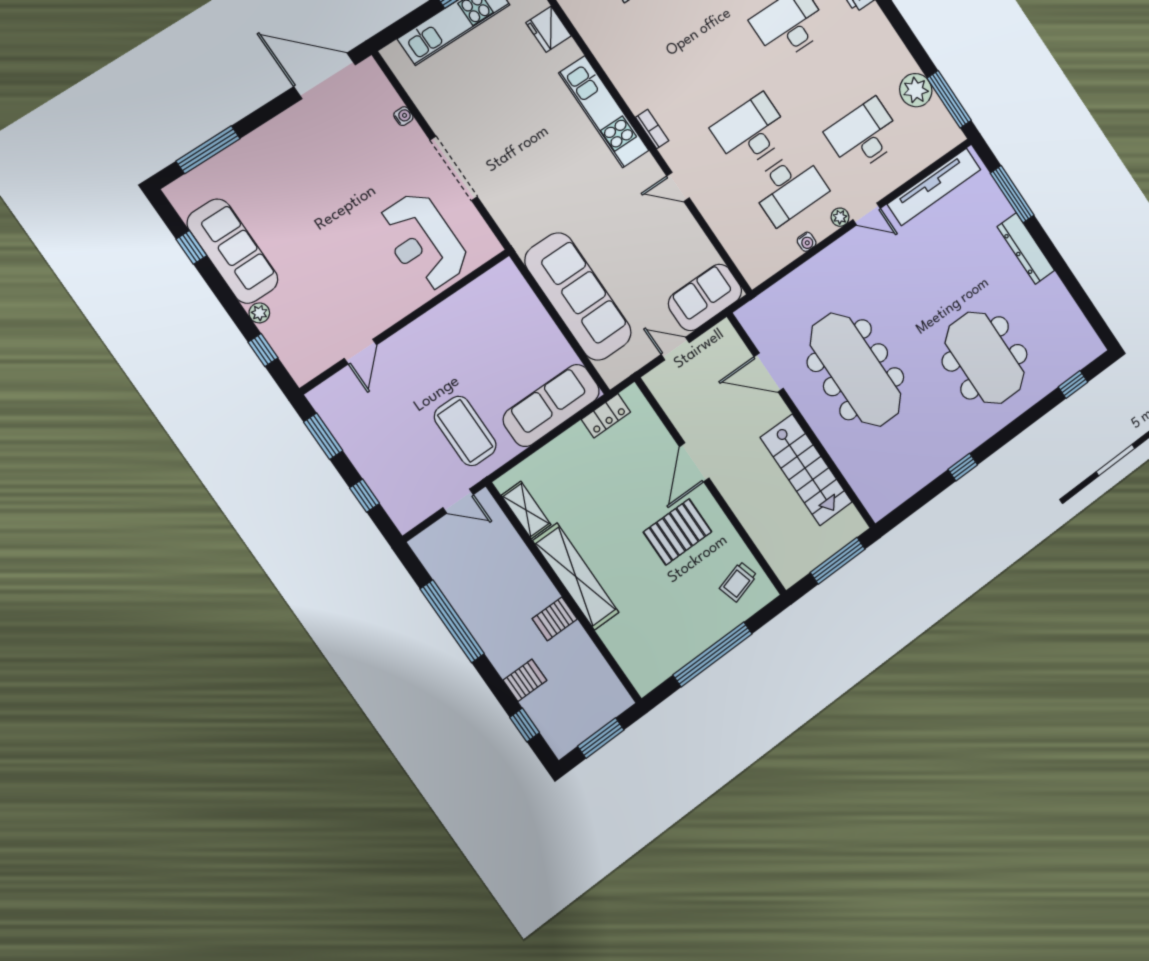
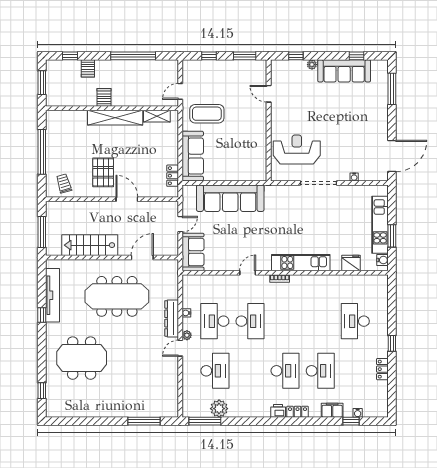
tv unit: (934, 187) -> (52, 295), moved, turned 180
dresser: (1026, 249) -> (172, 318), moved, turned -90

